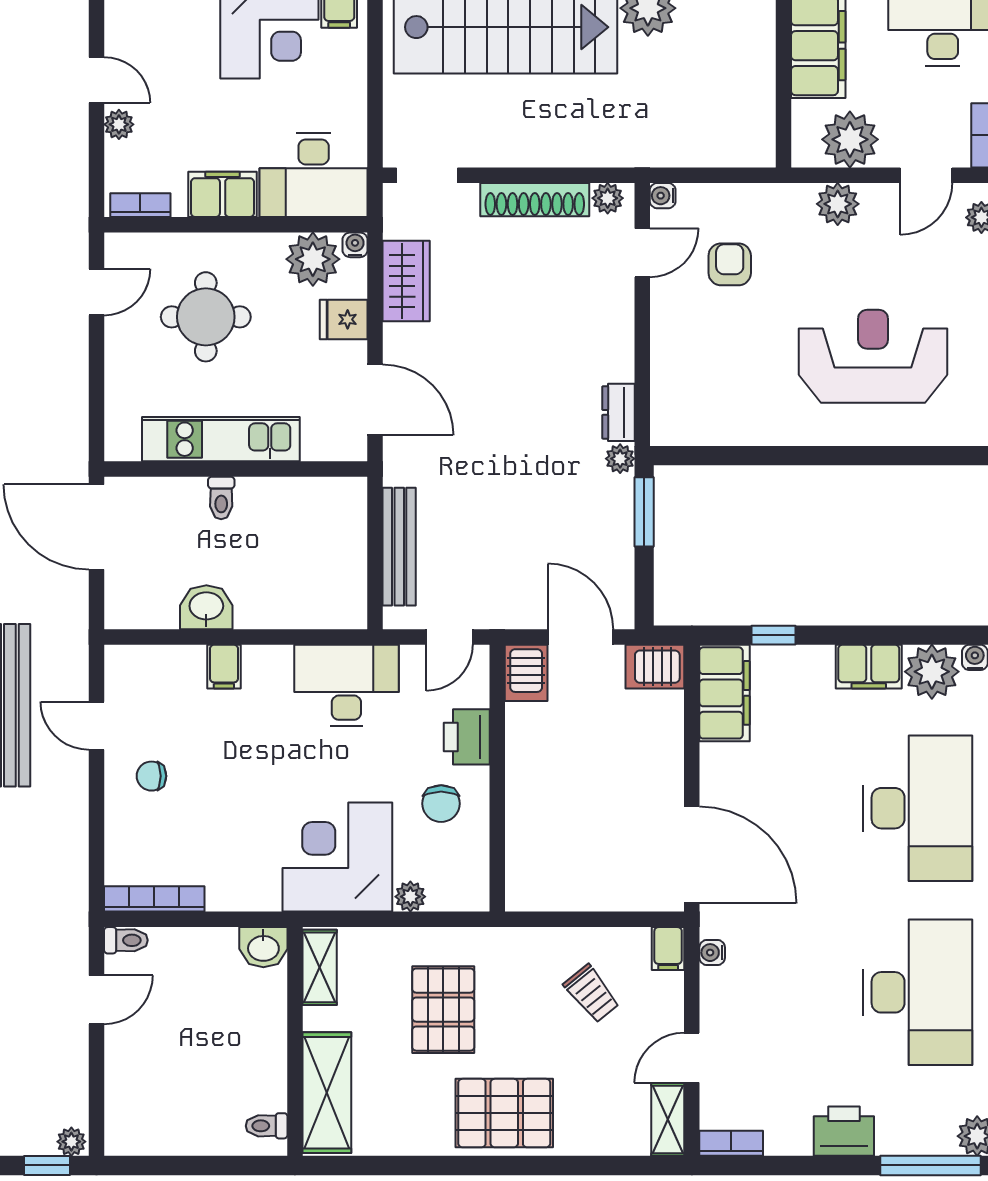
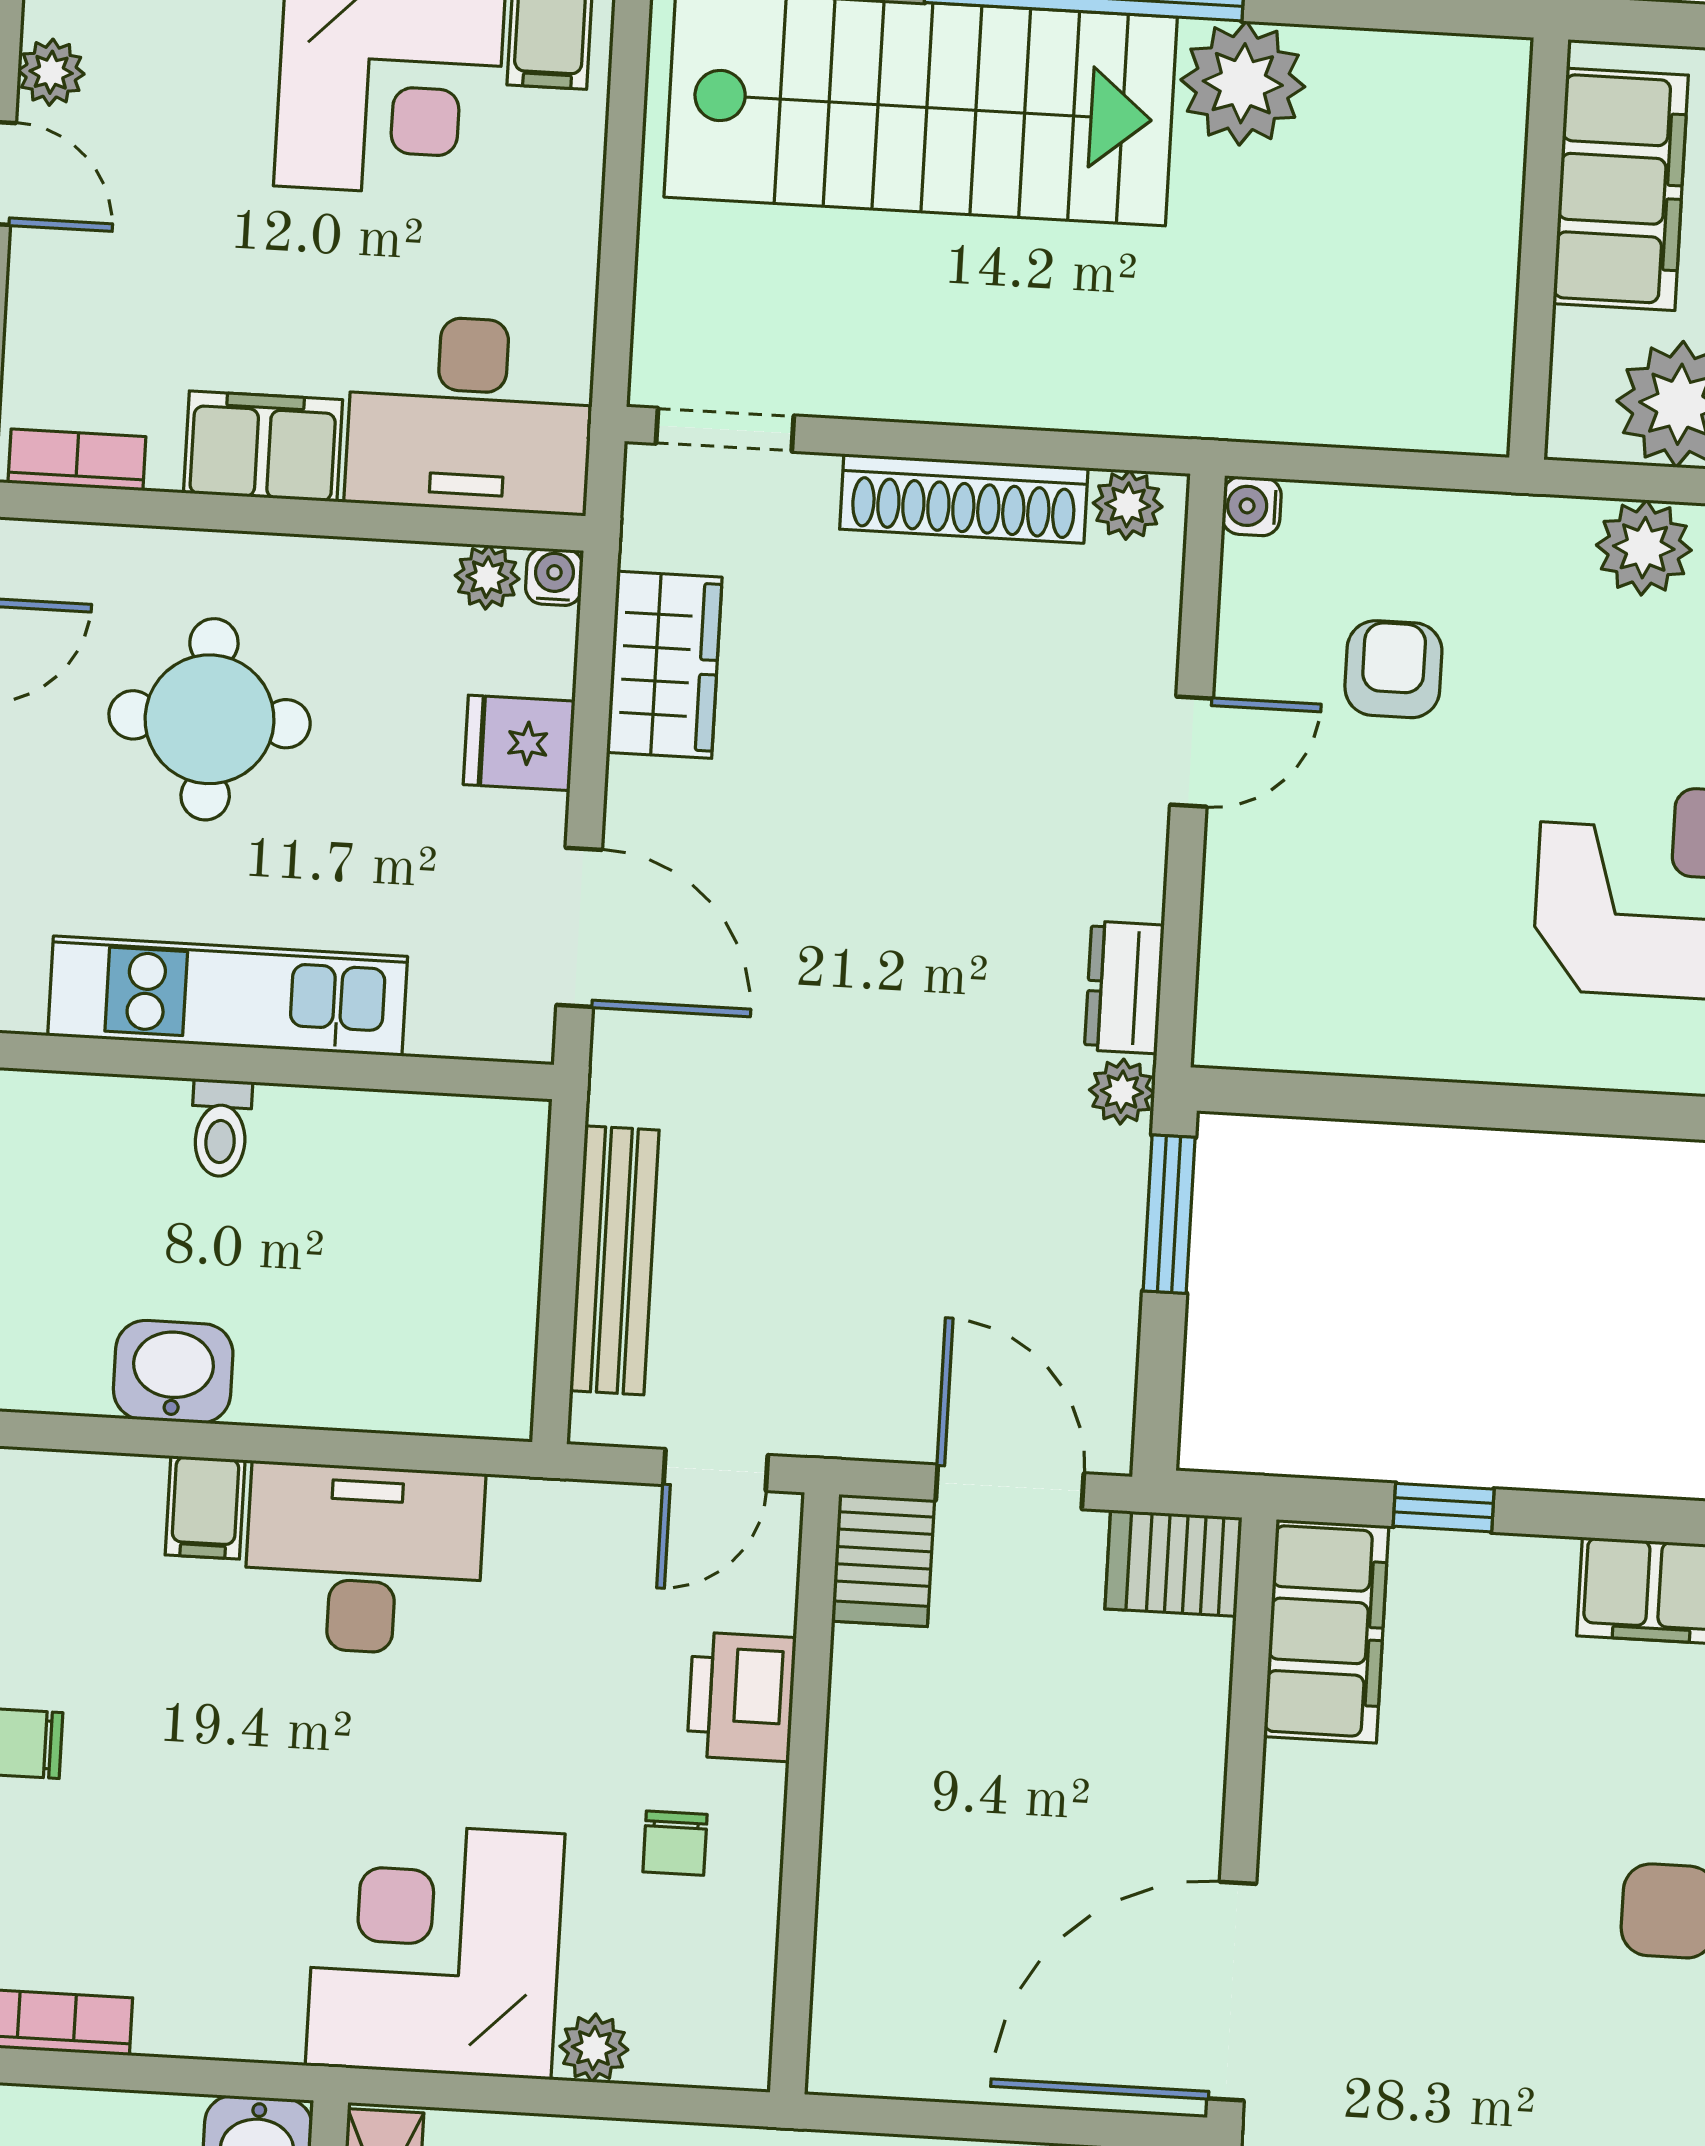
plant: (119, 124) -> (51, 72), moved
door: (642, 253) -> (1191, 752), moved
plant: (313, 259) -> (487, 577), width x0.53, depth x0.53
desk: (346, 686) -> (364, 1559), moved
chair: (441, 804) -> (675, 1843), width x0.73, depth x0.73
door: (692, 855) -> (1232, 1991), swing flipped

